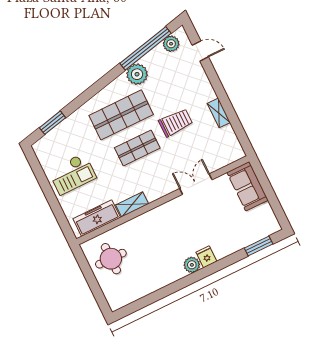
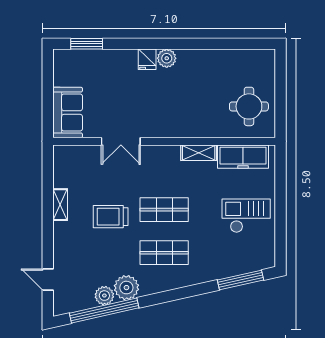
plant: (171, 44) -> (104, 296), moved
shop shelf: (121, 115) -> (164, 253), width x0.70, depth x0.74
window: (52, 123) -> (241, 280), width x1.44

